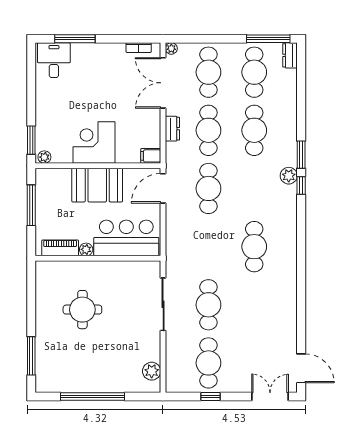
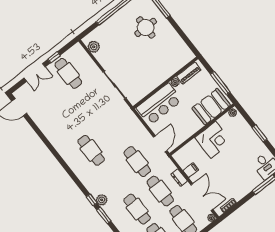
window: (31, 140) -> (259, 133), moved
filing cabinet: (151, 156) -> (191, 170), moved
booth: (97, 185) -> (211, 107), moved
cafe table: (208, 305) -> (91, 103), removed
round table: (82, 310) -> (146, 27), moved
double door: (270, 396) -> (35, 72), moved

